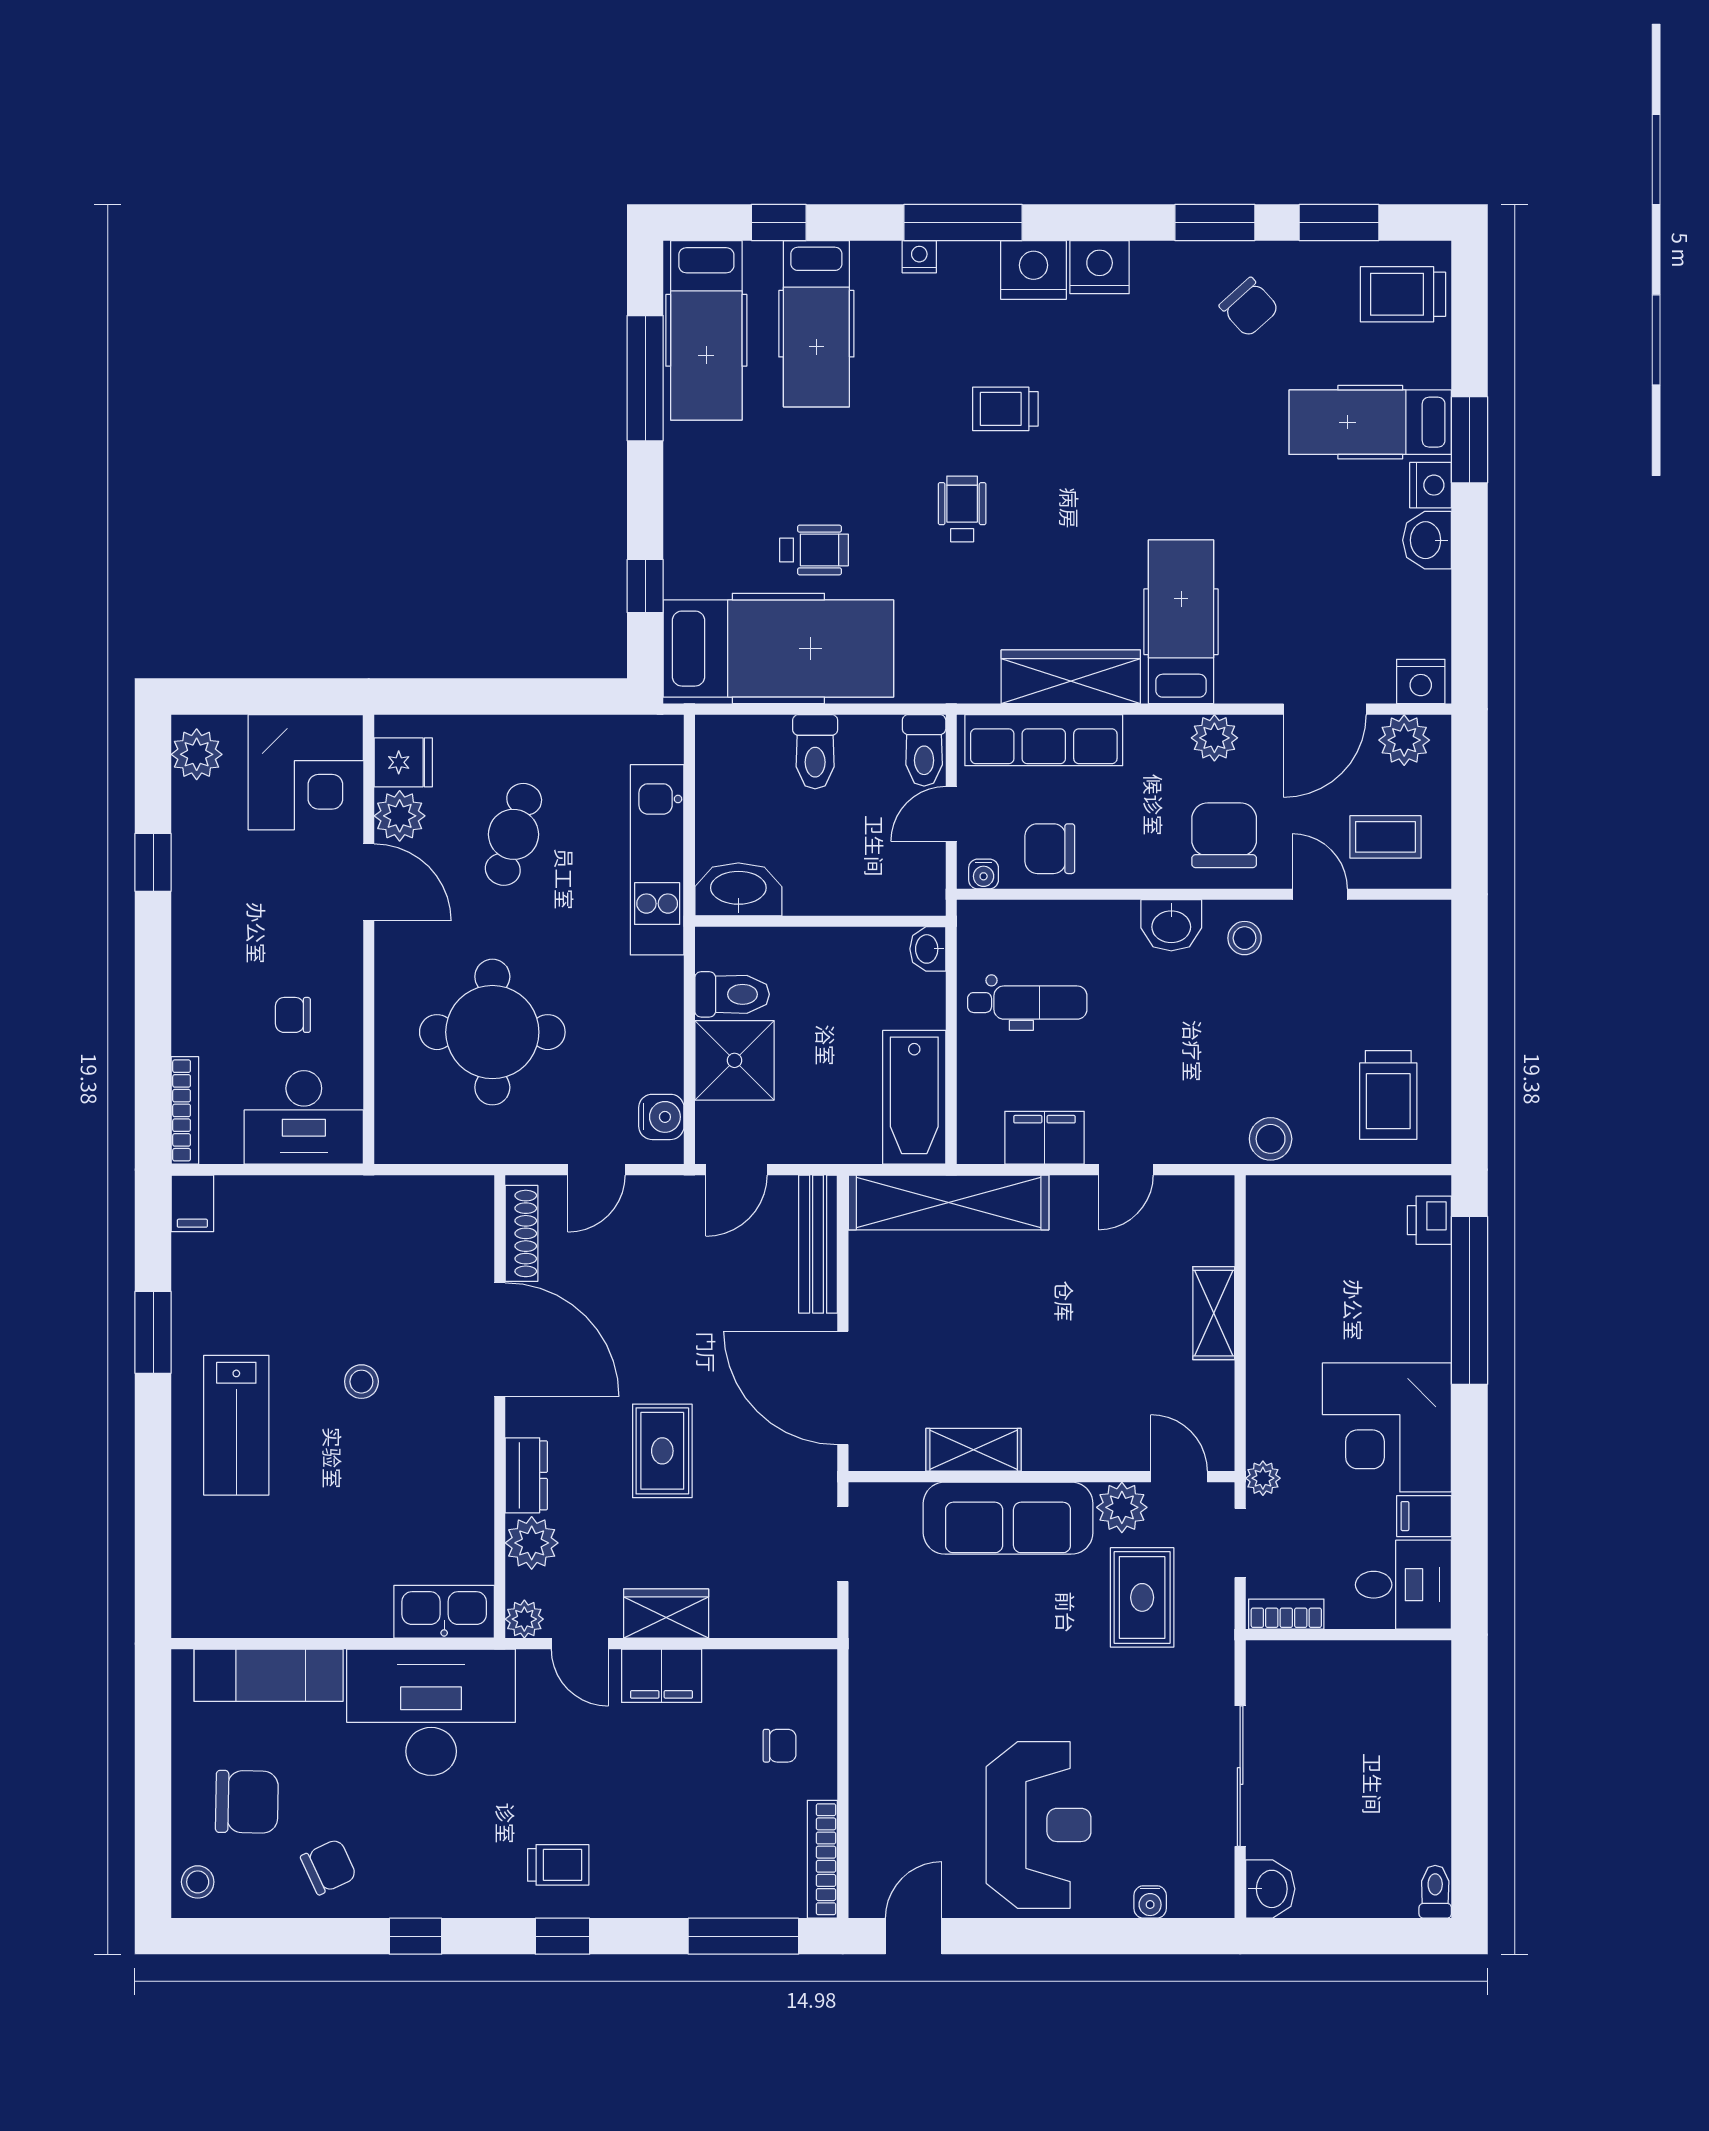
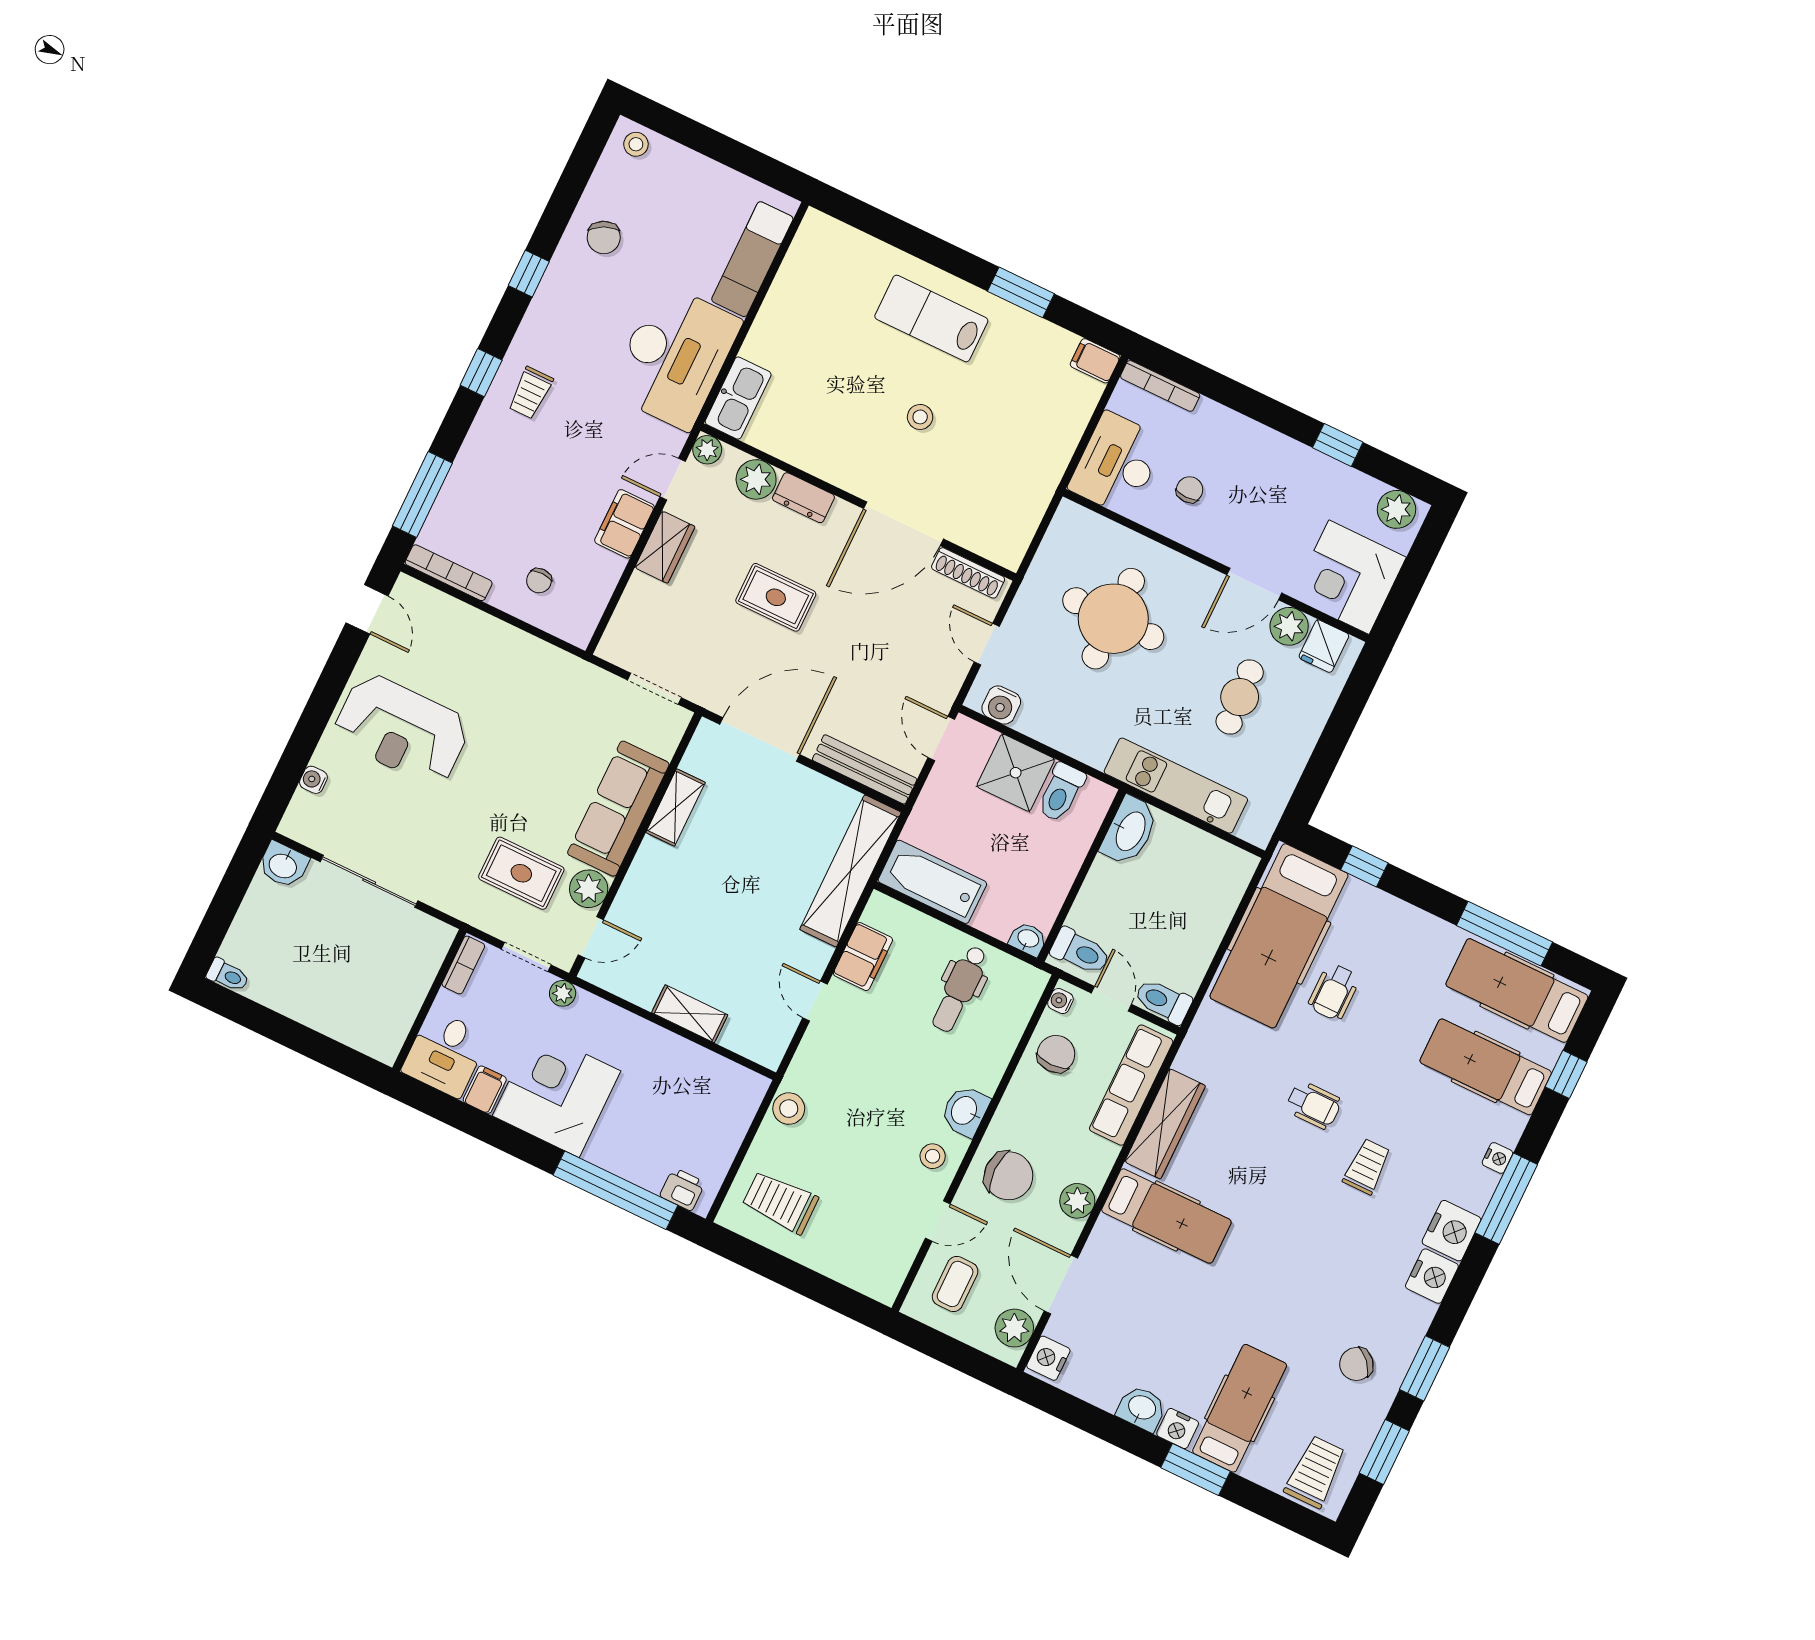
toilet: (815, 752) -> (1080, 952), moved, turned 180
cafe table: (513, 834) -> (1240, 697), turned 70
chair: (247, 1802) -> (674, 203), removed

